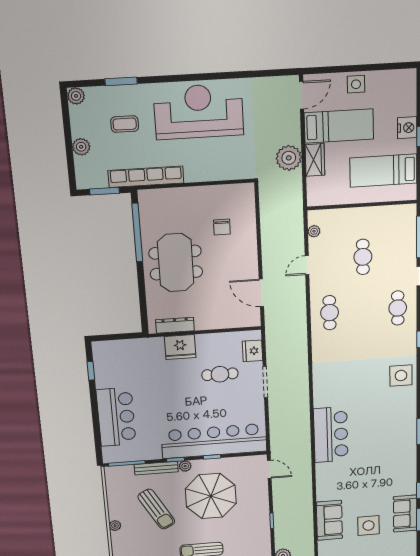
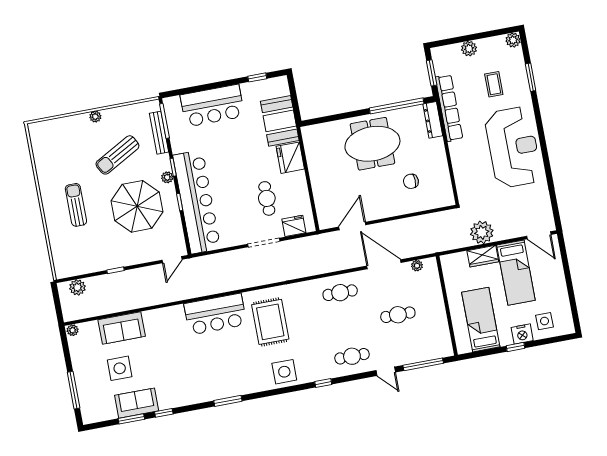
side table: (356, 84) -> (545, 321), moved
door: (307, 265) -> (384, 264), width x1.87
dresser: (175, 325) -> (433, 120), moved, turned 180
booth: (140, 353) -> (280, 121), added
rug: (348, 384) -> (270, 322), added
bench: (156, 468) -> (159, 133), moved

